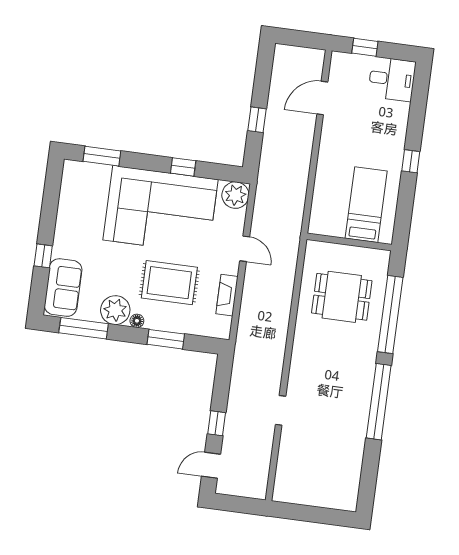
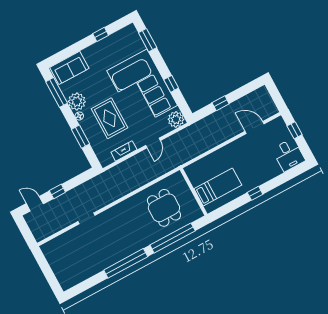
window: (43, 256) -> (101, 34), moved

